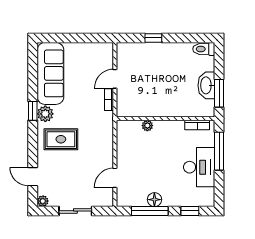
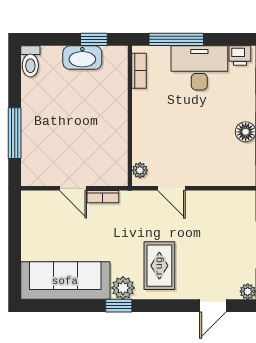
window: (153, 38) -> (15, 133), width x2.17
window: (219, 93) -> (94, 39), width x0.67
plant: (147, 126) -> (140, 170), moved
door: (115, 178) -> (171, 188), moved
printer: (208, 196) -> (240, 56), added

